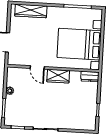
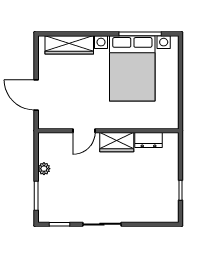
bed with nightstands: (79, 44) -> (132, 68), moved, turned -90
door: (37, 67) -> (84, 131), hinge flipped
dresser: (90, 77) -> (149, 140), moved

